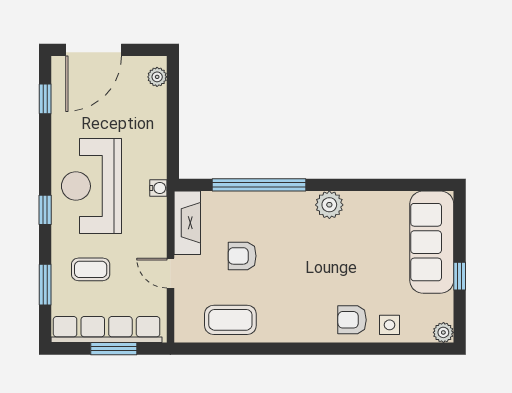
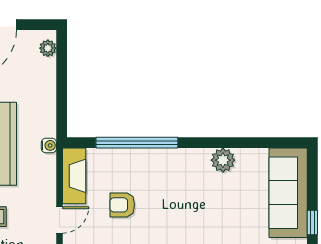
plant: (329, 205) -> (223, 160), moved
door: (170, 273) -> (59, 220), swing flipped

